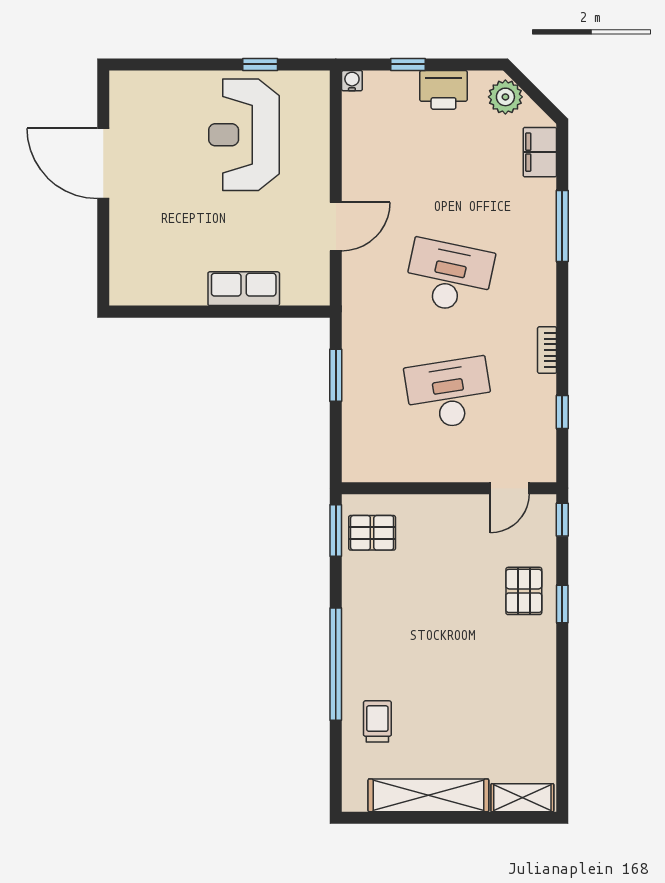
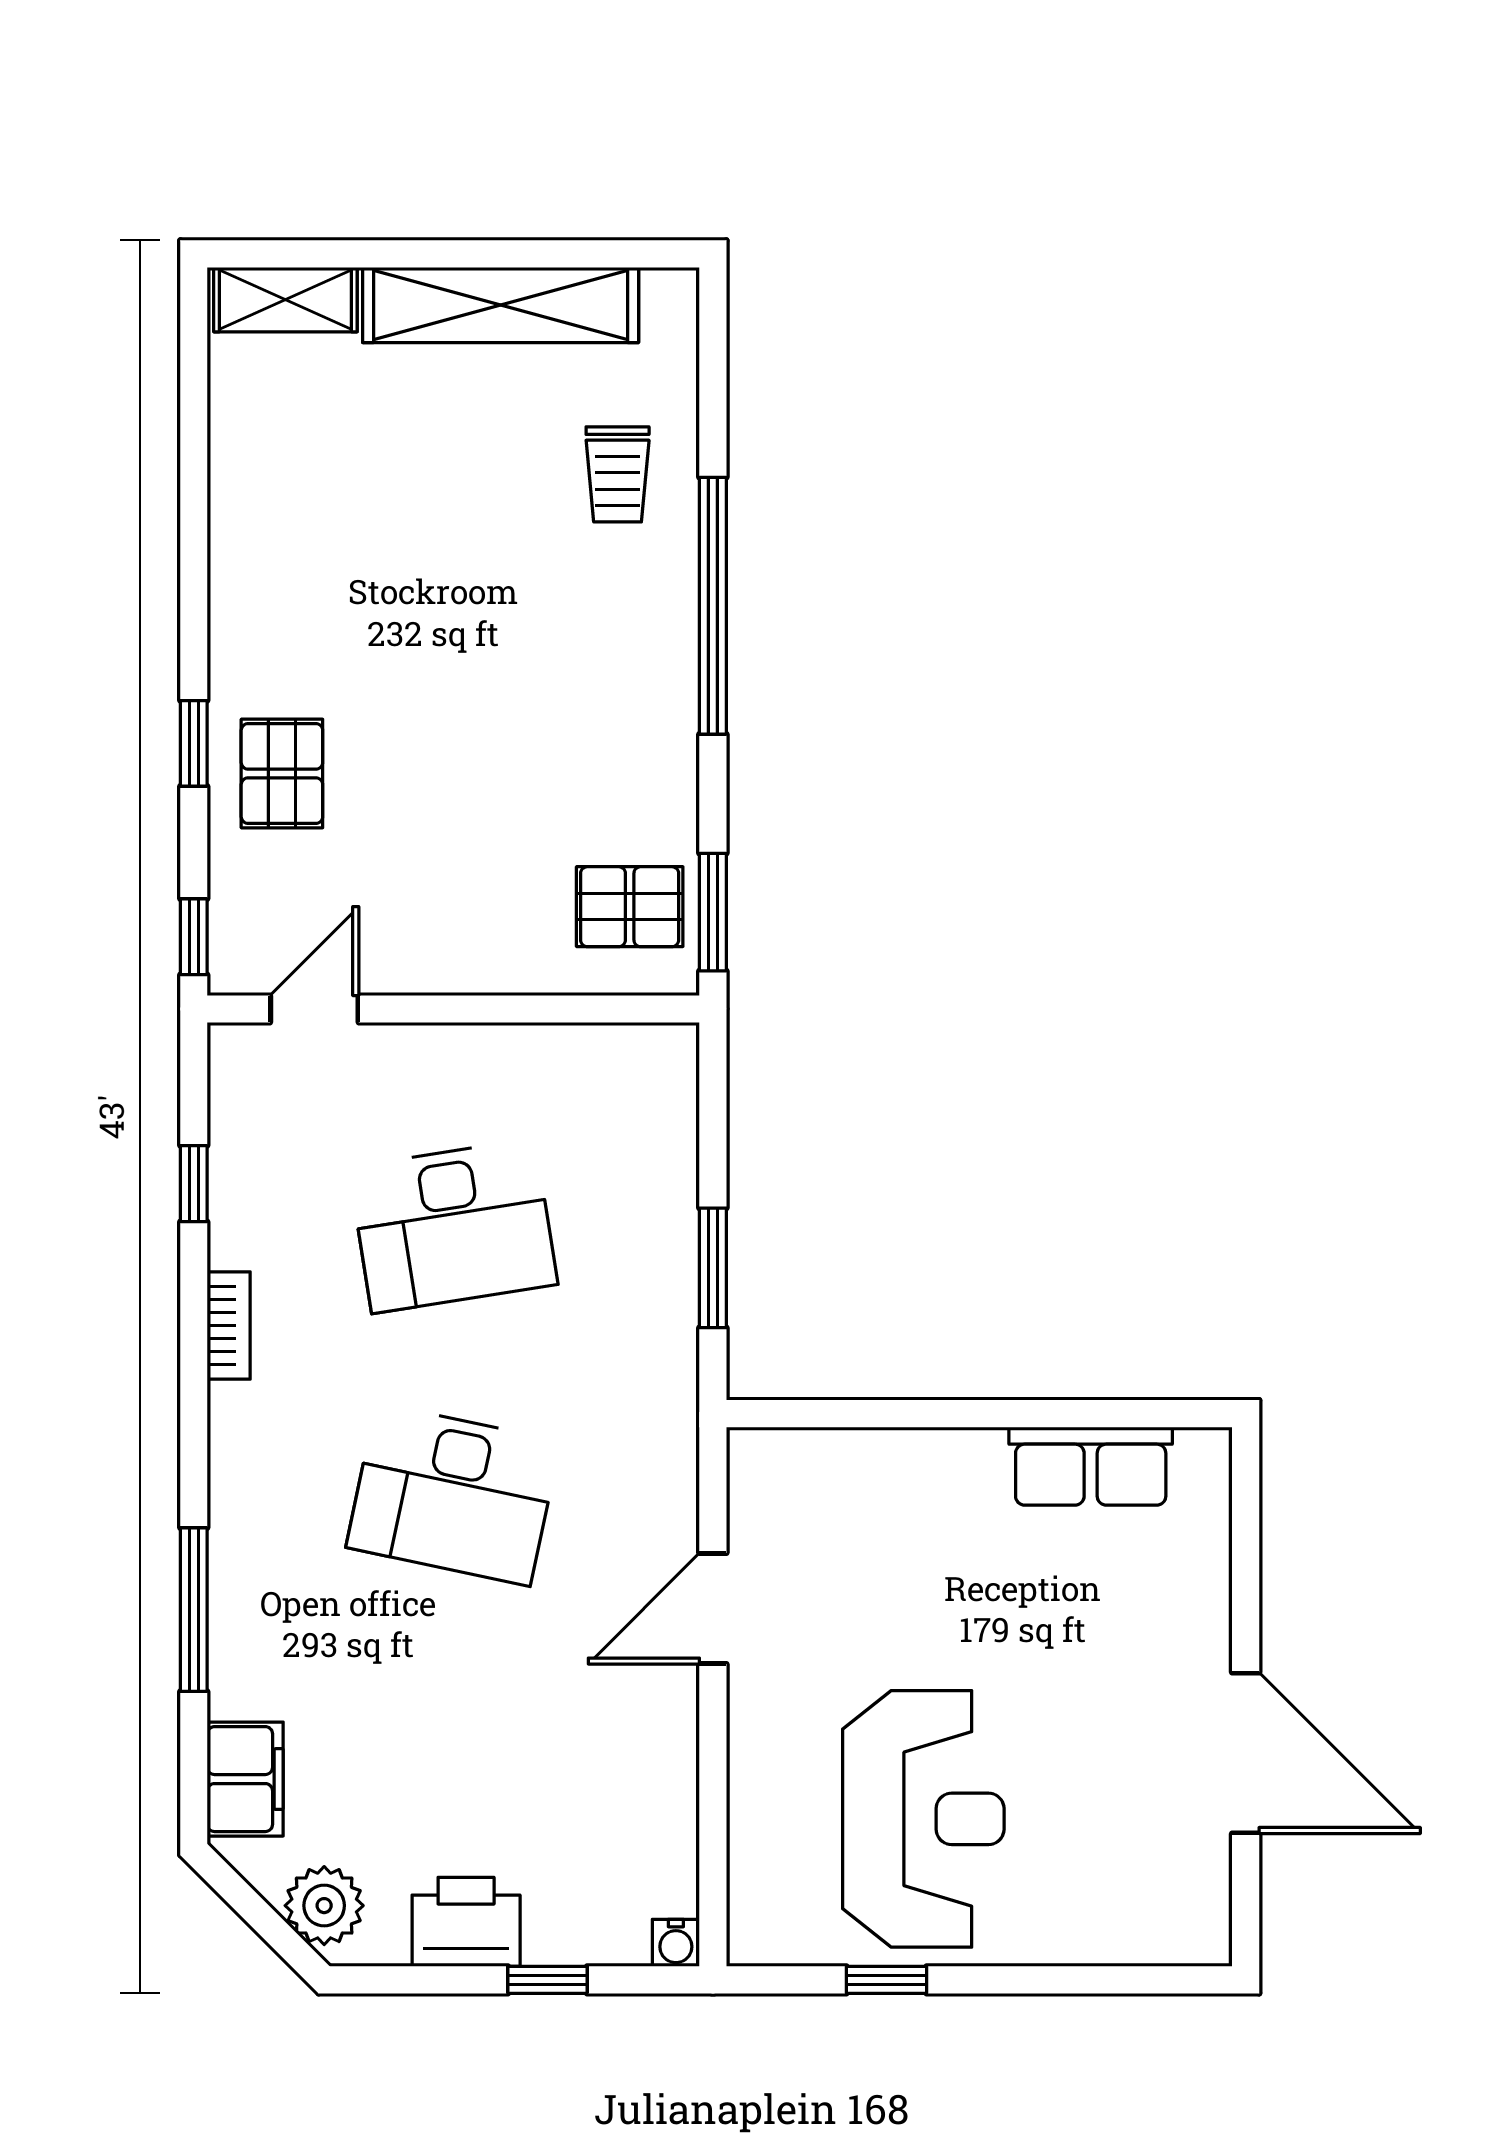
row of seats: (244, 289) -> (1091, 1466), moved

